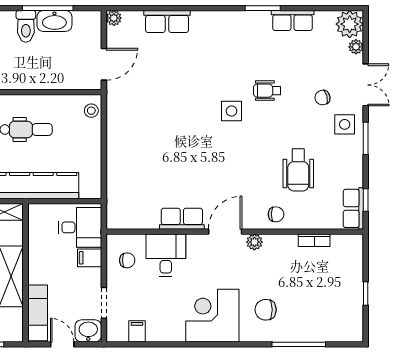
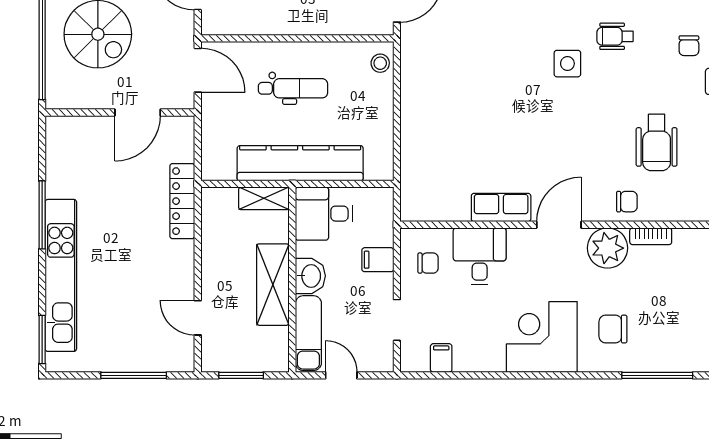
chair: (322, 98) -> (689, 46), turned -76
desk: (80, 227) -> (324, 214), moved, turned 180
bookcase: (314, 240) -> (651, 236), moved
plant: (254, 242) -> (608, 248), width x1.88, depth x1.88
washbasin: (88, 331) -> (310, 276), moved, turned 90

